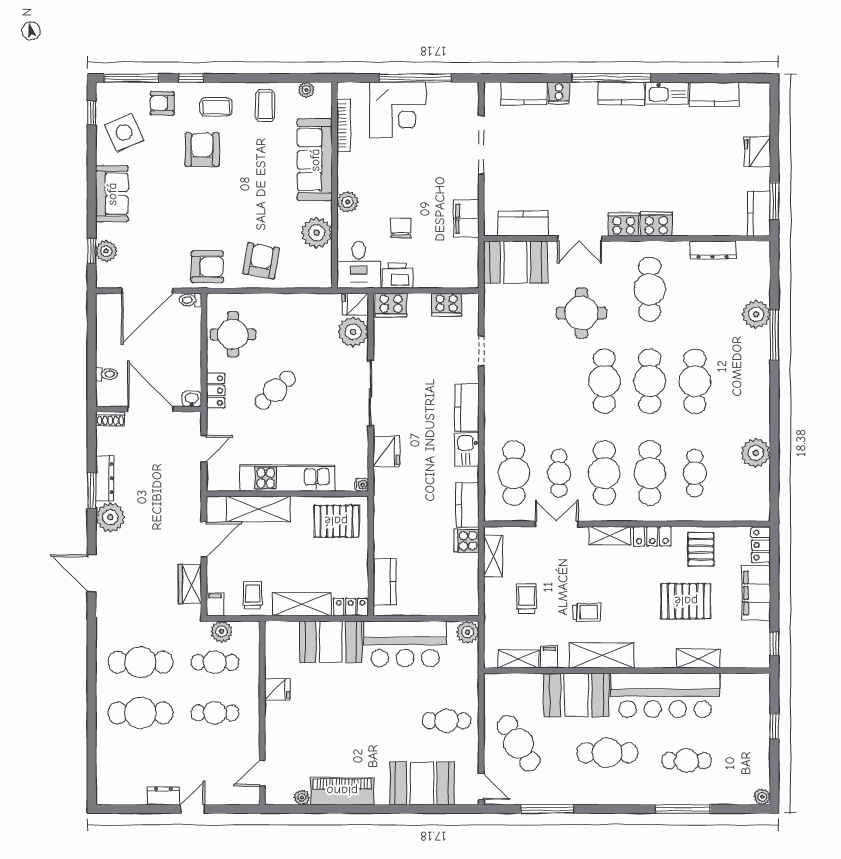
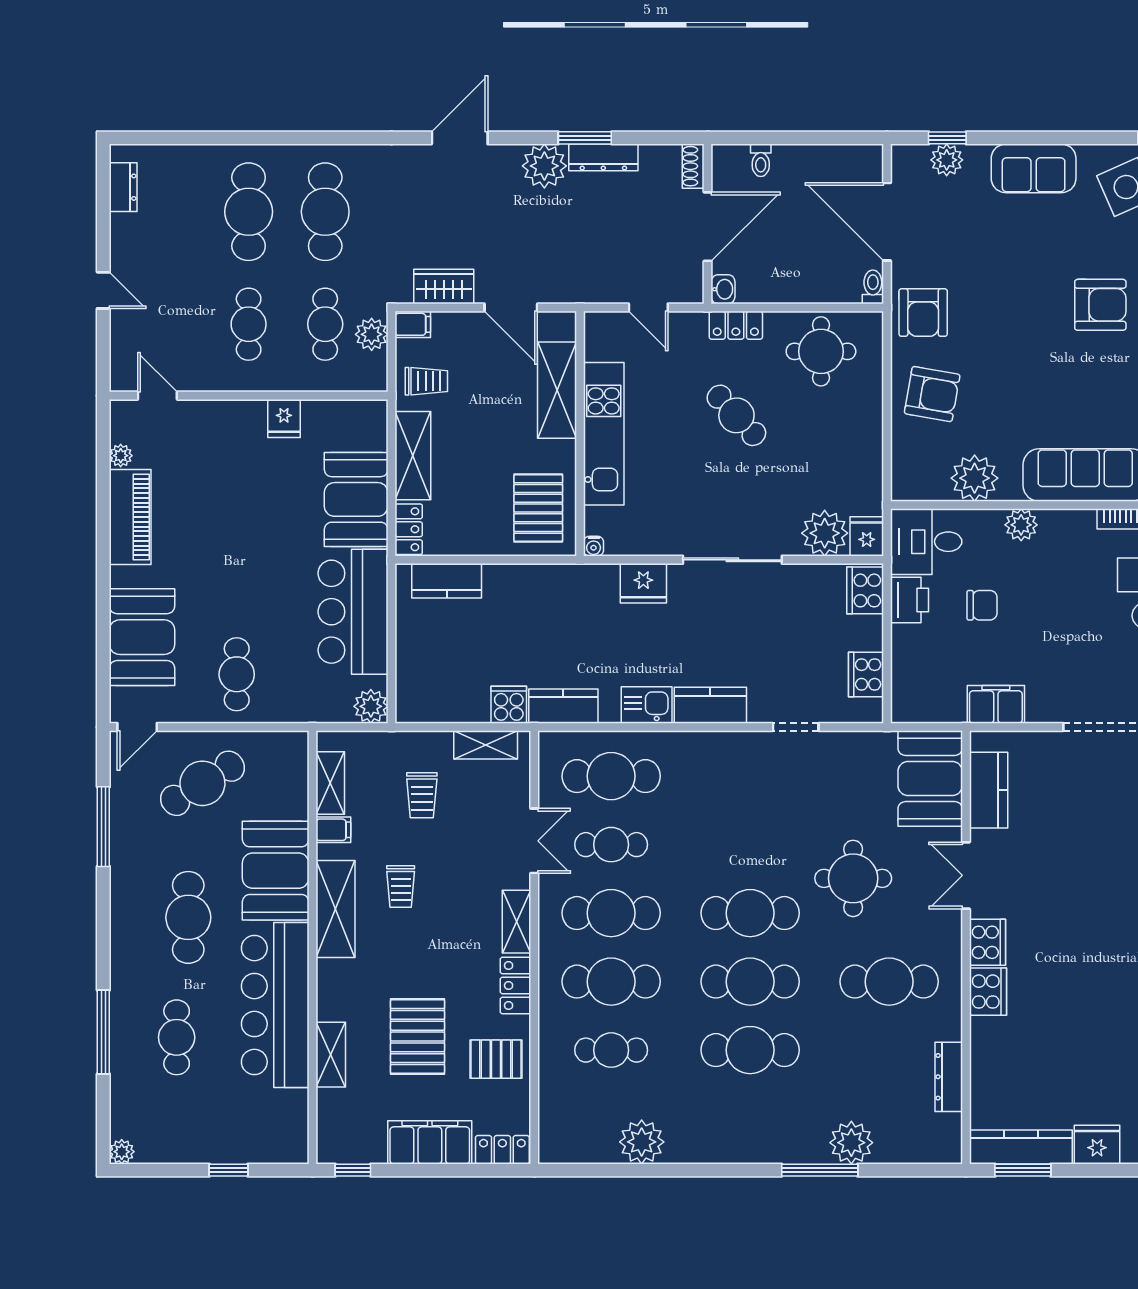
kitchen counter: (759, 213) -> (1021, 1147), width x1.50
trolley: (526, 598) -> (422, 795), turned 90
dresser: (163, 796) -> (123, 187), moved

